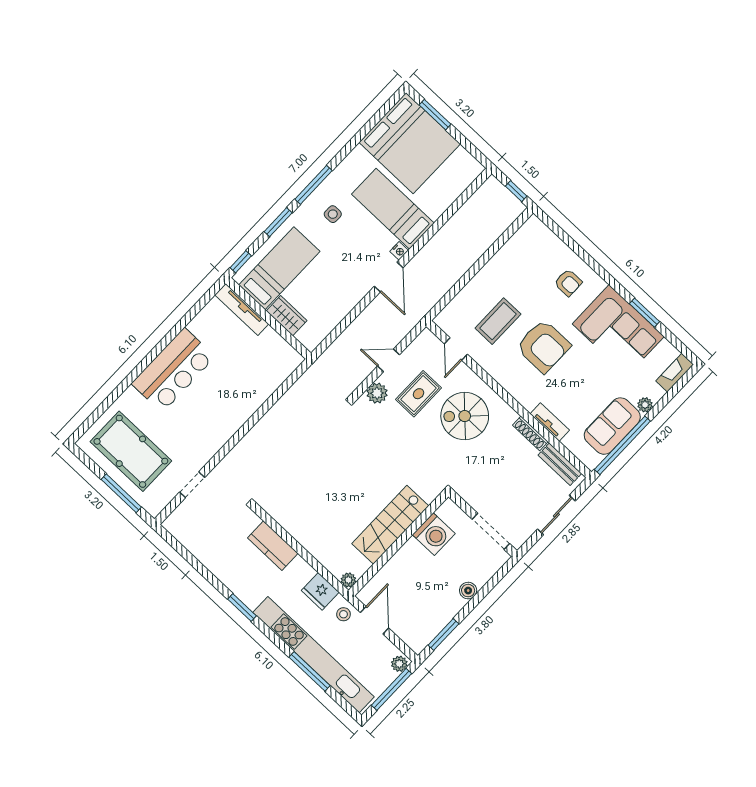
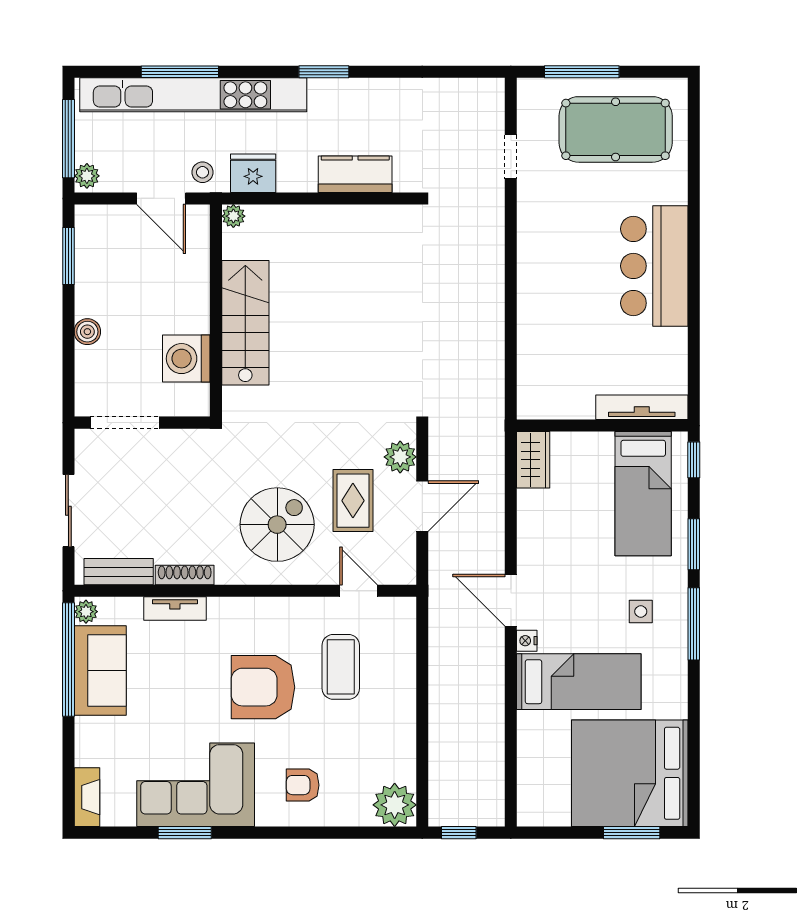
plant: (534, 233) -> (395, 805), added
wardrobe: (287, 316) -> (533, 460), moved, turned -90
door: (388, 360) -> (422, 506), width x1.38
plant: (645, 405) -> (86, 612), moved

